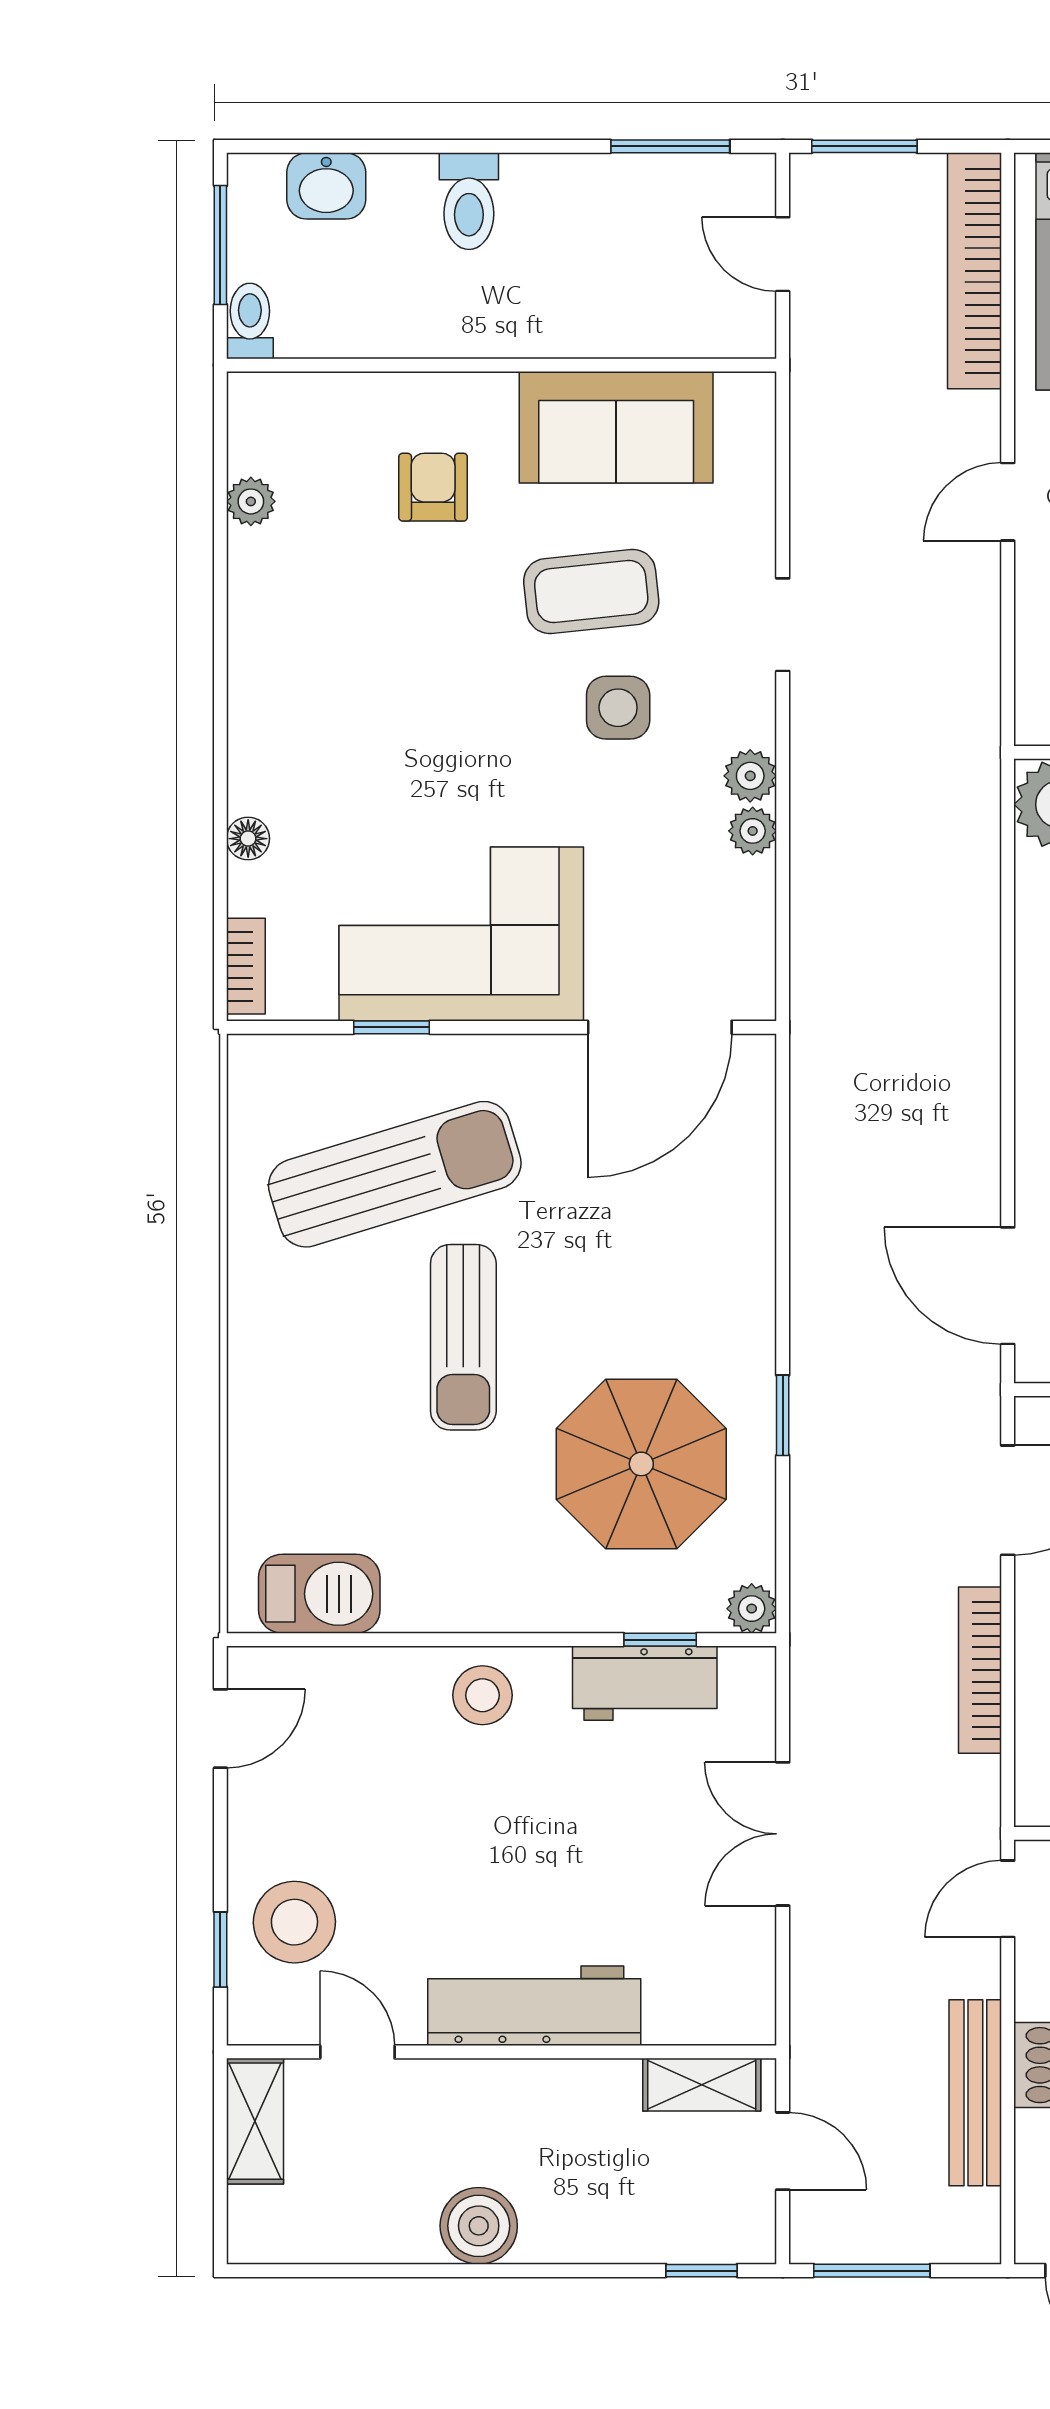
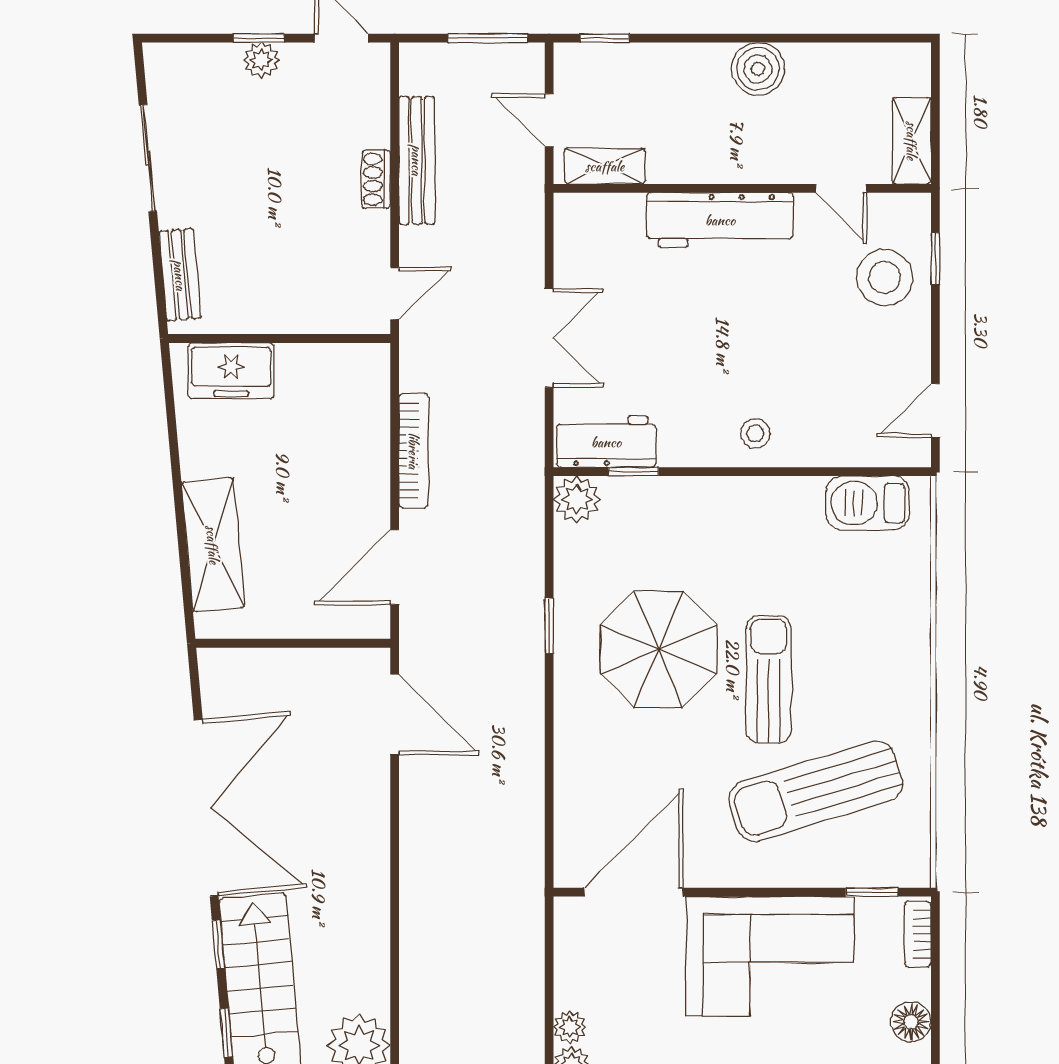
floor lamp: (248, 839) -> (911, 1022), width x1.37, depth x1.37
window: (392, 1027) -> (872, 892), moved
parasol: (641, 1464) -> (659, 649), moved
plant: (752, 1609) -> (577, 499), width x1.38, depth x1.38
workbench: (645, 1683) -> (606, 442), moved
stool: (482, 1695) -> (755, 433), width x0.73, depth x0.73

